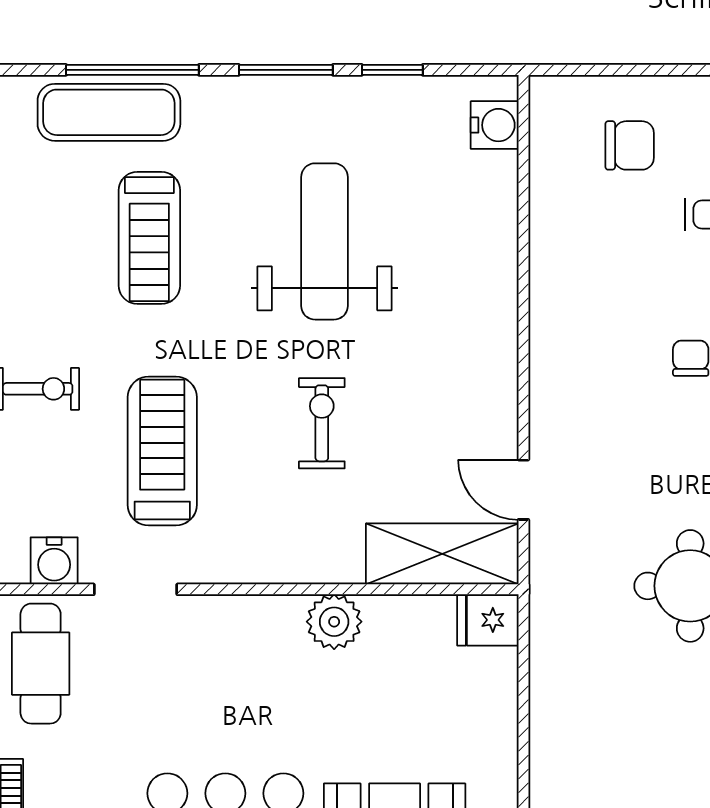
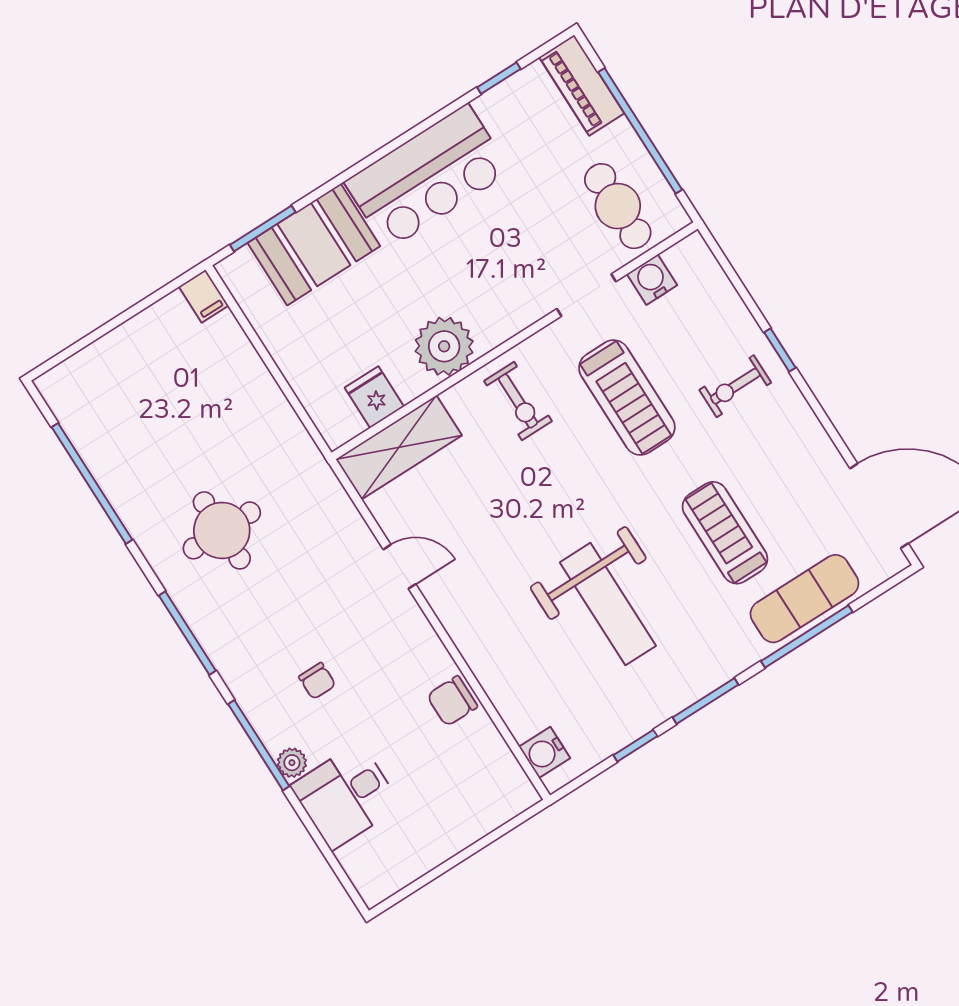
chair: (630, 145) -> (452, 701), moved
exercise bike: (322, 423) -> (518, 401), moved
door: (523, 490) -> (400, 567), moved
fridge: (488, 620) -> (374, 397), moved, turned -90
plant: (334, 622) -> (444, 346), width x1.36, depth x1.36

